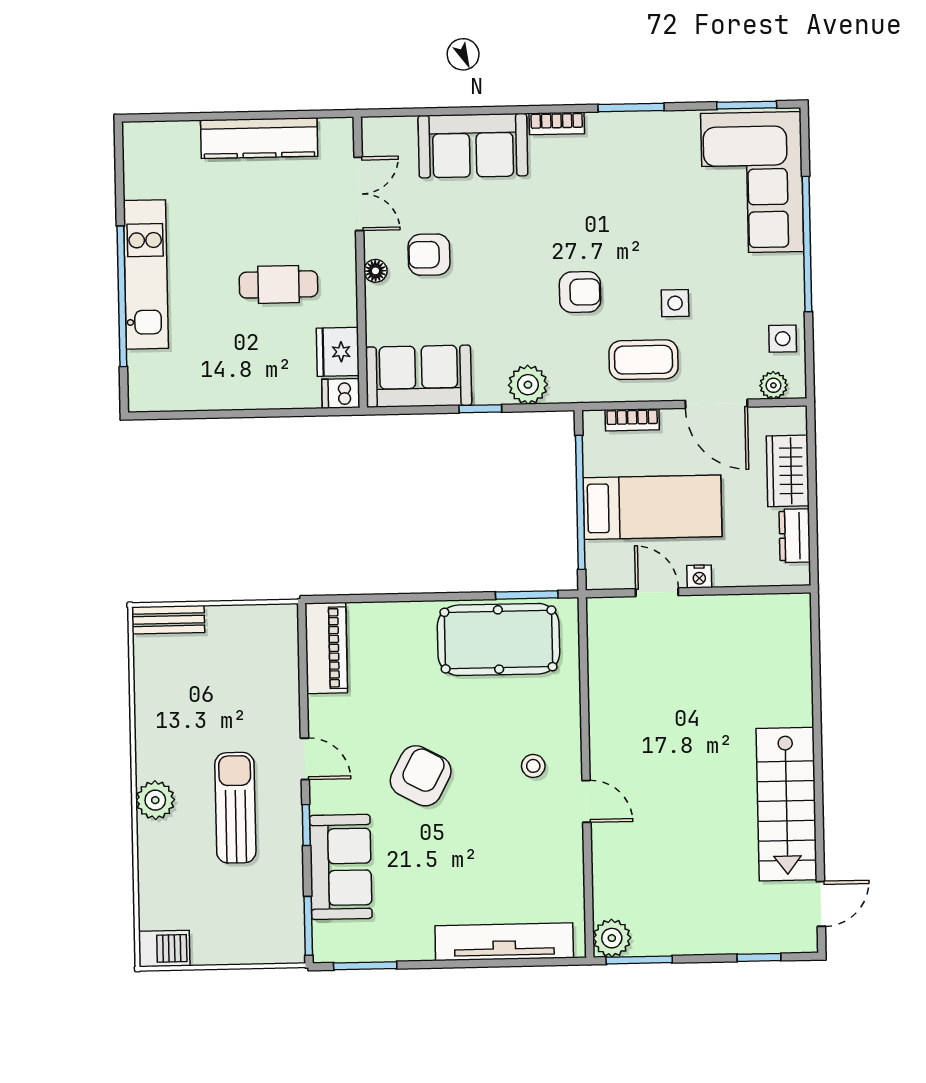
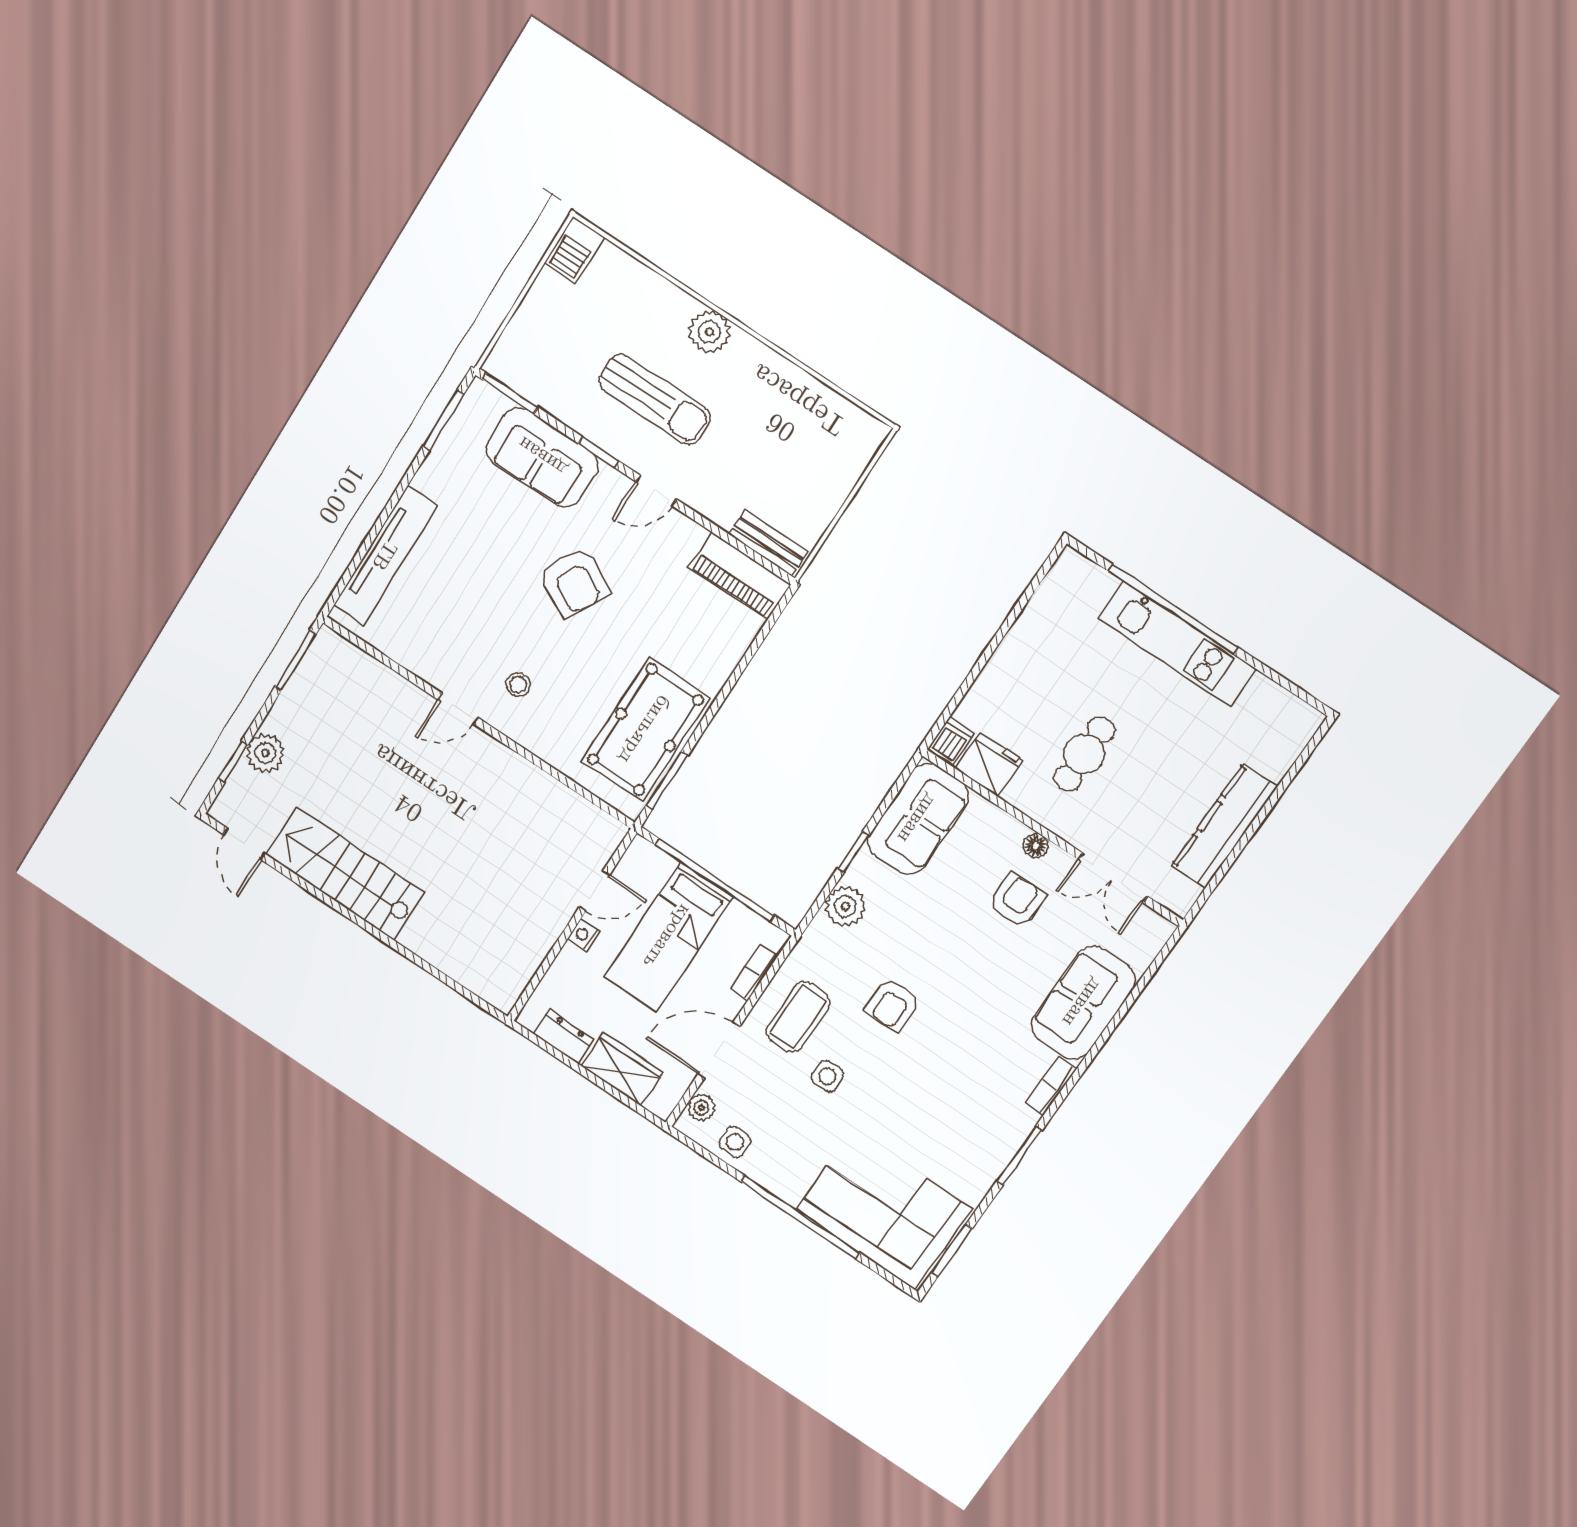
bench: (168, 620) -> (768, 543), moved, turned 90
plant: (612, 938) -> (265, 753), moved

